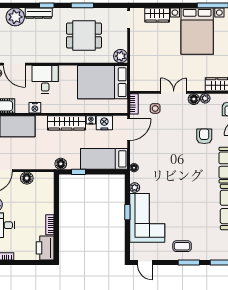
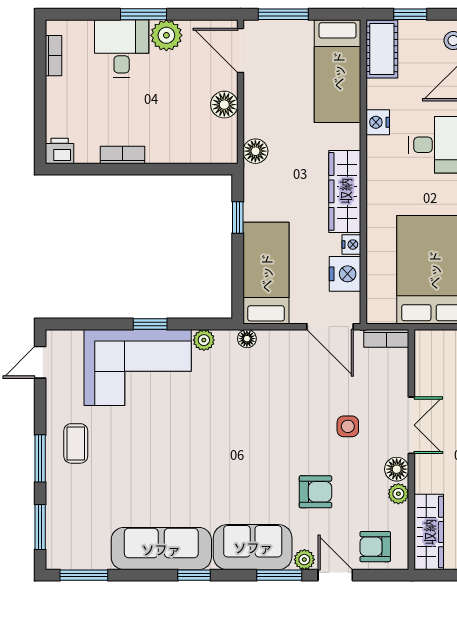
side table: (155, 108) -> (348, 426), moved
floor lamp: (61, 164) -> (255, 151), moved
printer: (45, 248) -> (60, 151), width x0.53, depth x0.68

